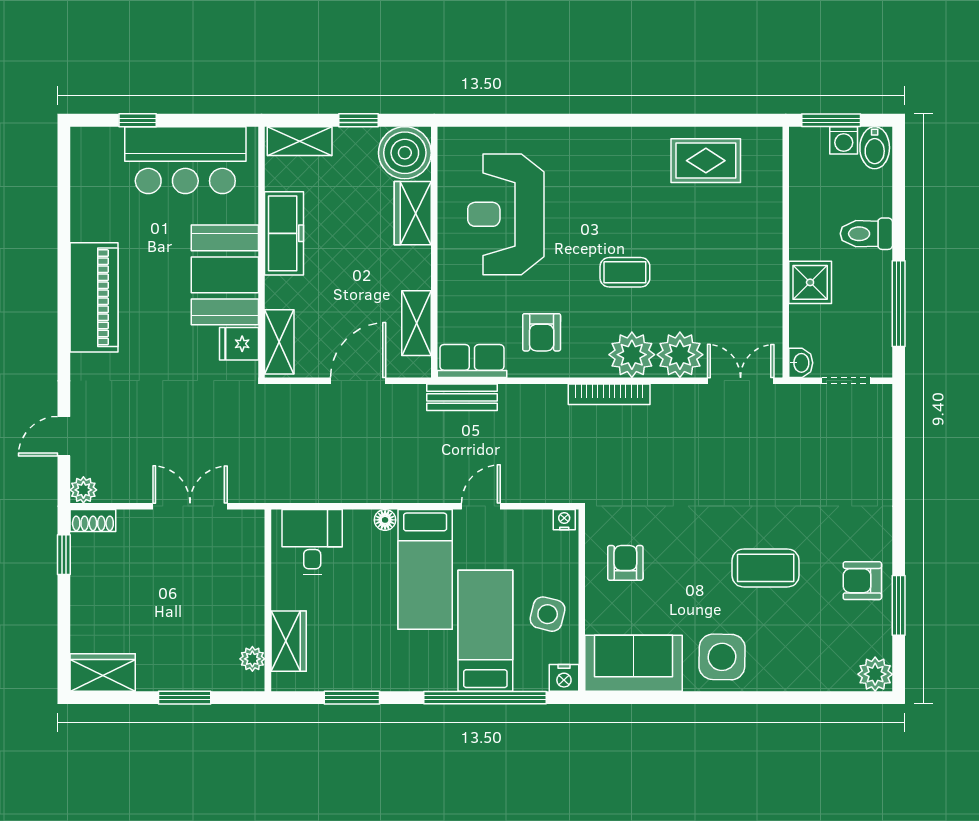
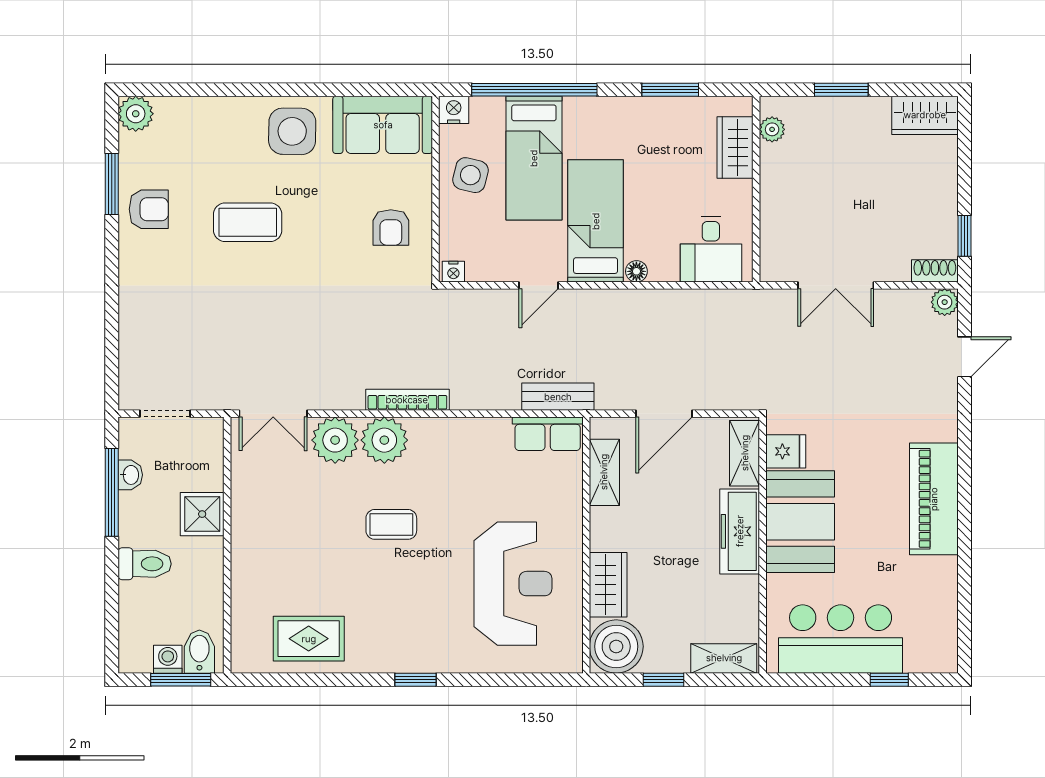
window: (601, 120) -> (416, 680), added
bidet: (875, 148) -> (199, 652), moved
freezer: (284, 233) -> (740, 531), moved
armchair: (542, 332) -> (476, 463), removed
washbasin: (801, 363) -> (130, 475), moved, turned 180

